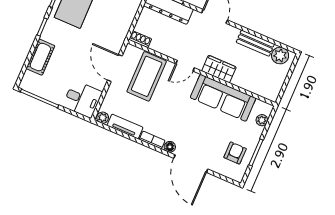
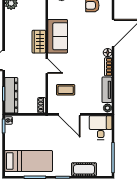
bench: (255, 43) -> (10, 24), removed
door: (115, 68) -> (69, 114), hinge flipped
coffee table: (147, 76) -> (66, 90), width x0.54, depth x0.58
sofa: (223, 98) -> (58, 36), width x0.73

